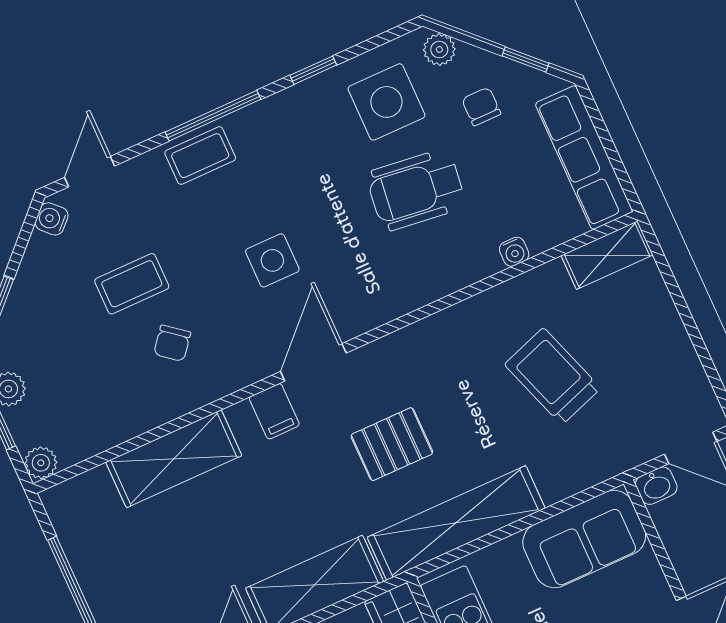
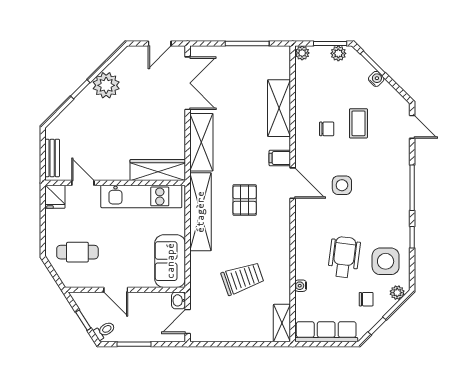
coffee table: (200, 156) -> (398, 175), removed
water cooler: (52, 219) -> (376, 79), moved
chair: (172, 343) -> (327, 129), turned 141

